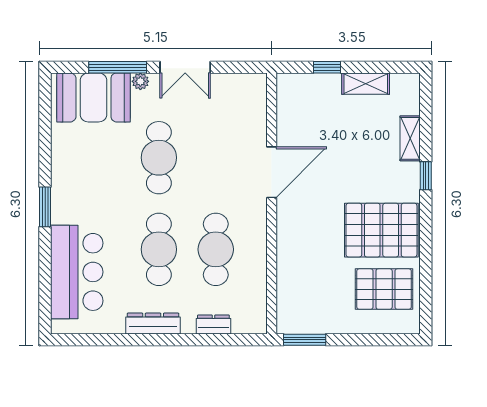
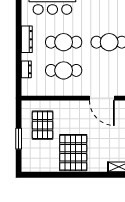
window: (426, 176) -> (100, 175), removed
pallet: (384, 289) -> (43, 125), moved
window: (305, 340) -> (19, 139), moved

